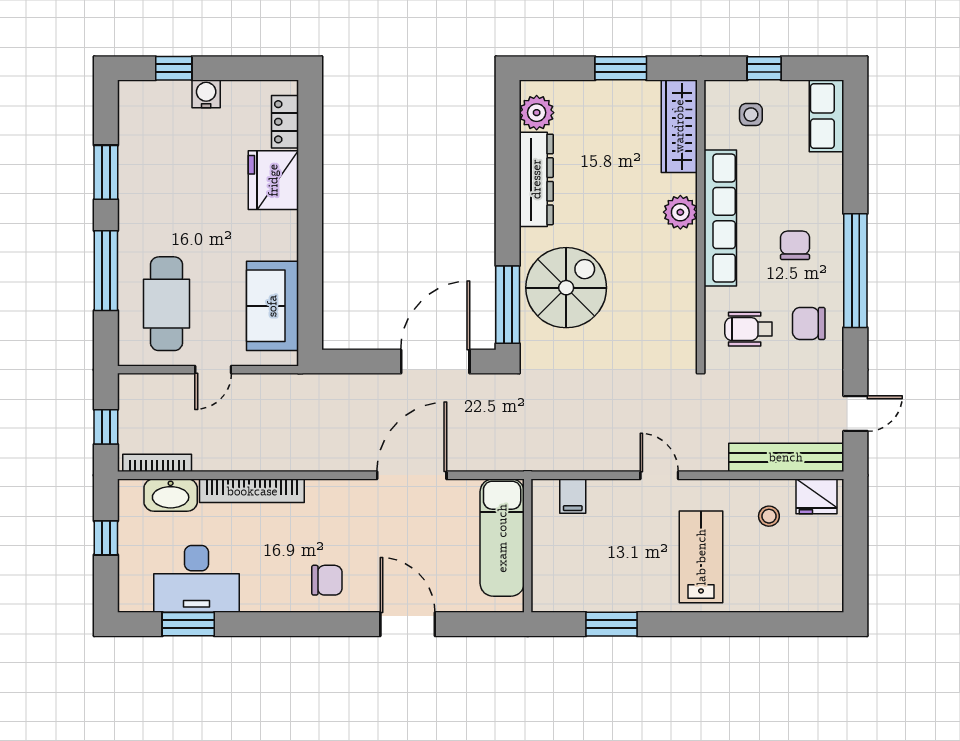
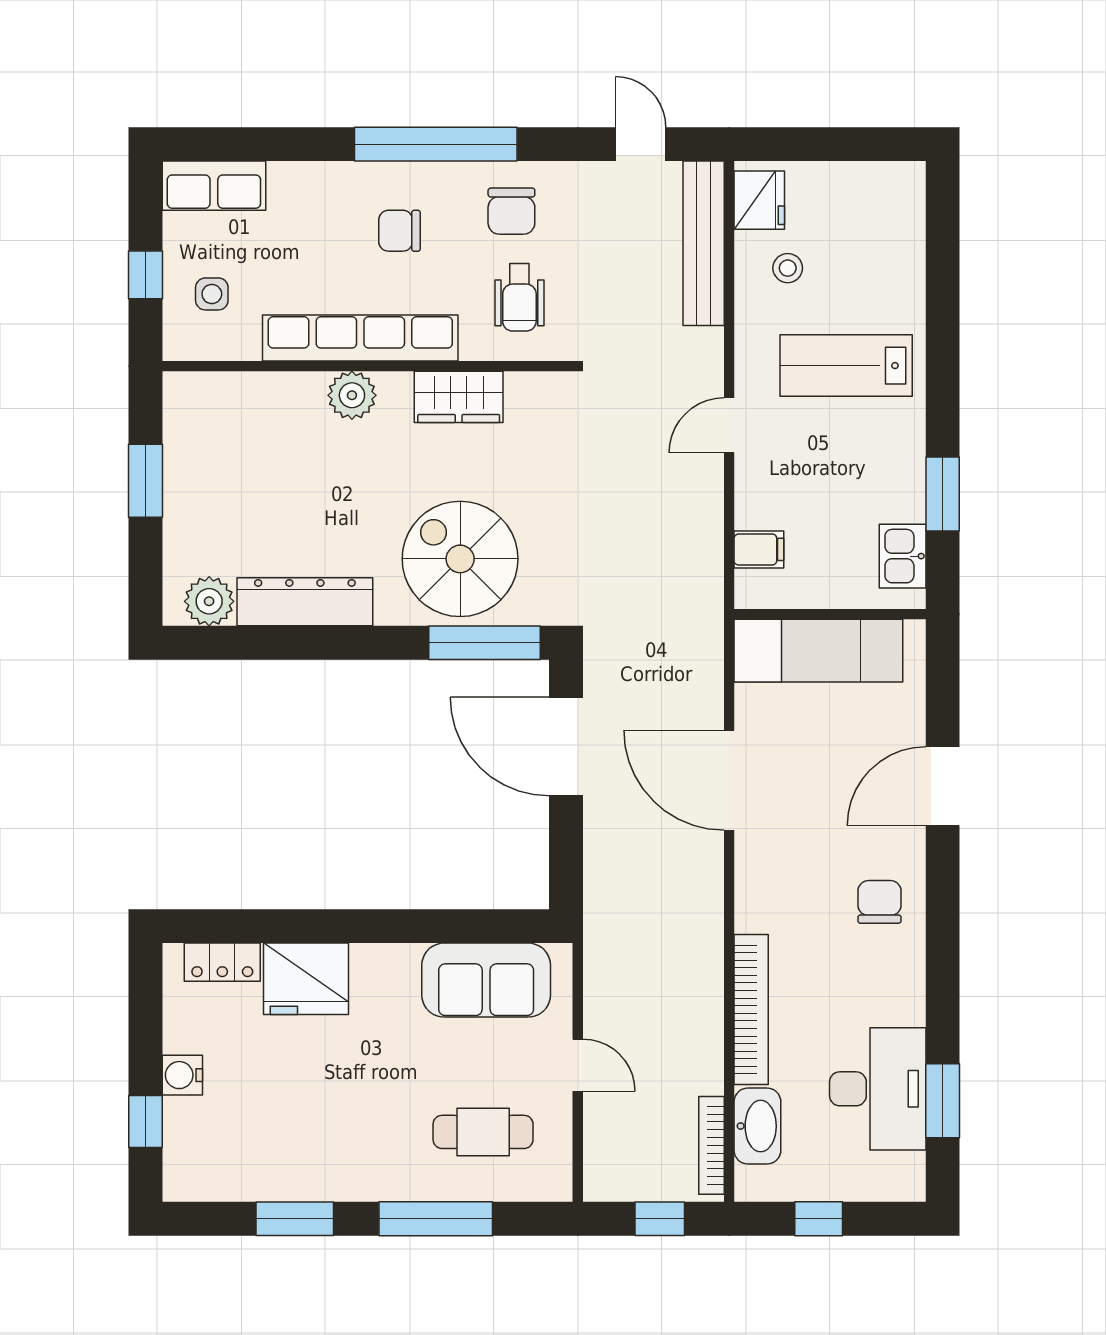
wardrobe: (679, 126) -> (459, 397), moved, width x0.67
cafe table: (166, 304) -> (483, 1132), width x0.73, depth x0.74
kitchen sink: (568, 596) -> (903, 556), added

